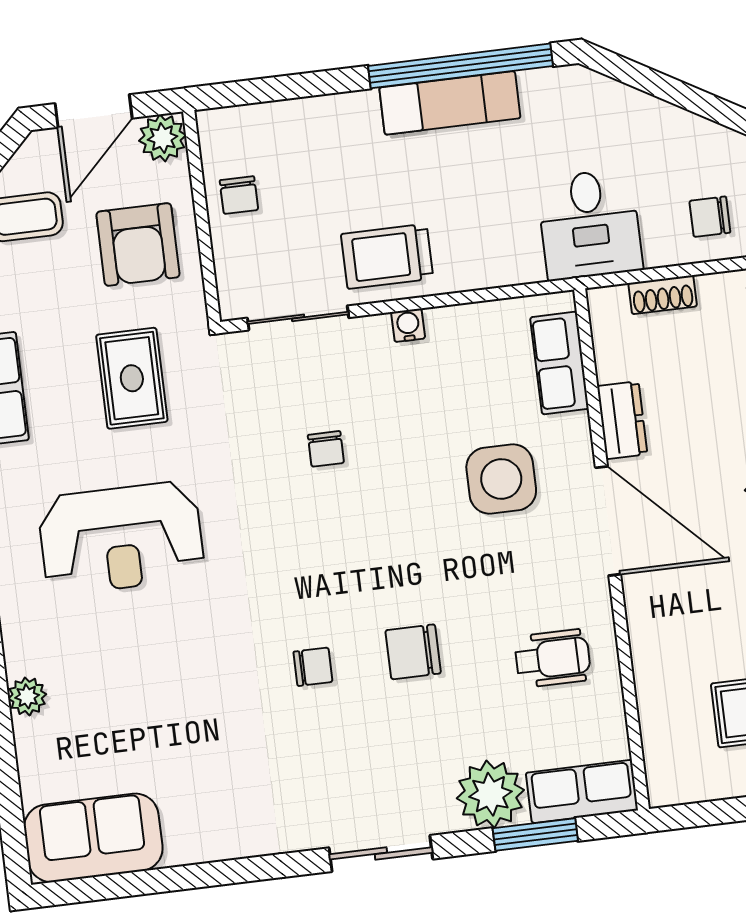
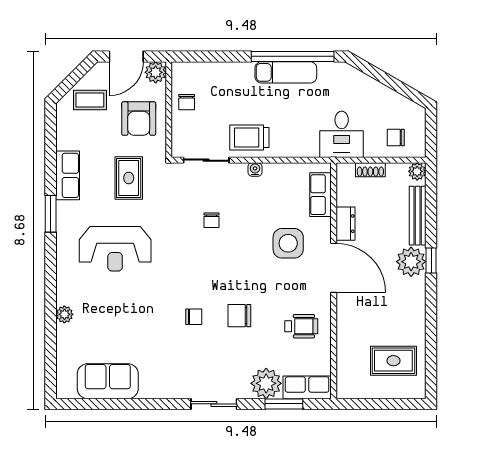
sofa: (93, 838) -> (108, 381), moved

